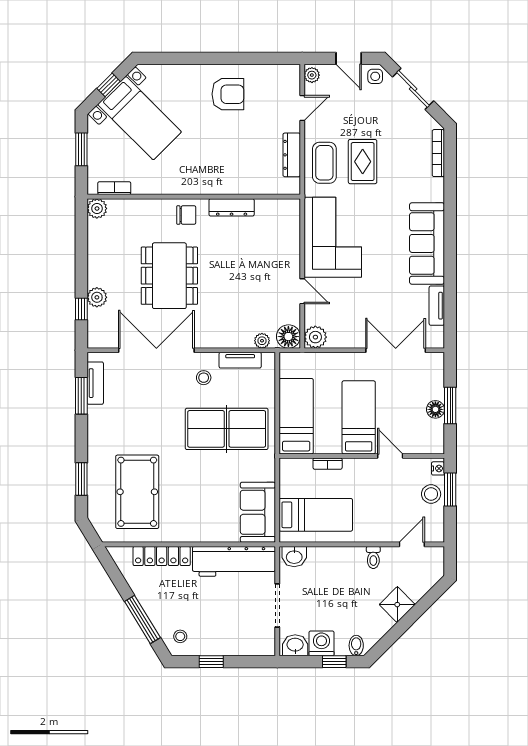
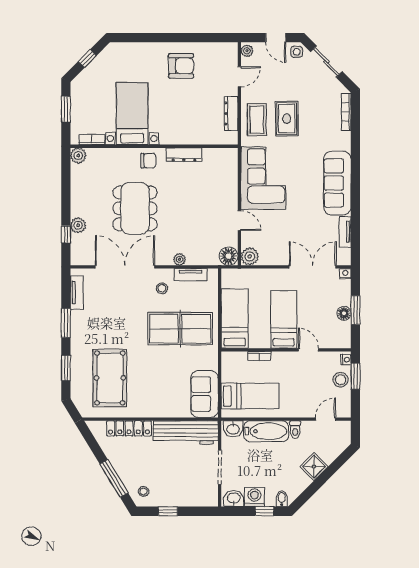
bed with nightstands: (140, 118) -> (132, 114), moved, turned -135
plant: (262, 341) -> (179, 259), moved
nightstand: (437, 359) -> (345, 274), added
window: (81, 396) -> (66, 323), moved
bathtub: (336, 560) -> (266, 431), added

